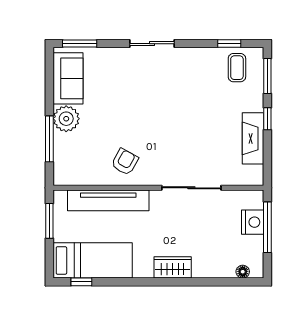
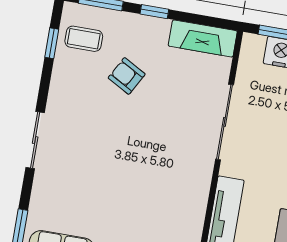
fireplace: (253, 138) -> (203, 38), moved
armchair: (125, 162) -> (127, 76), moved

